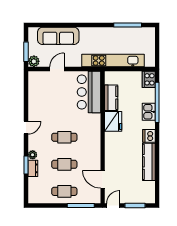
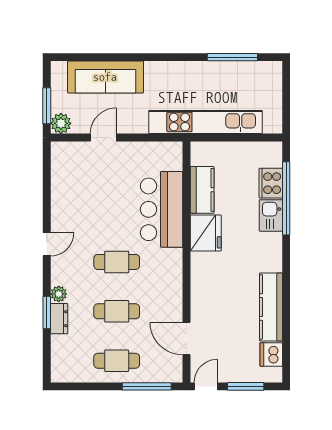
cooker: (149, 79) -> (271, 183), moved
bar counter: (89, 92) -> (162, 209), moved
dishwasher: (149, 136) -> (271, 354), moved

